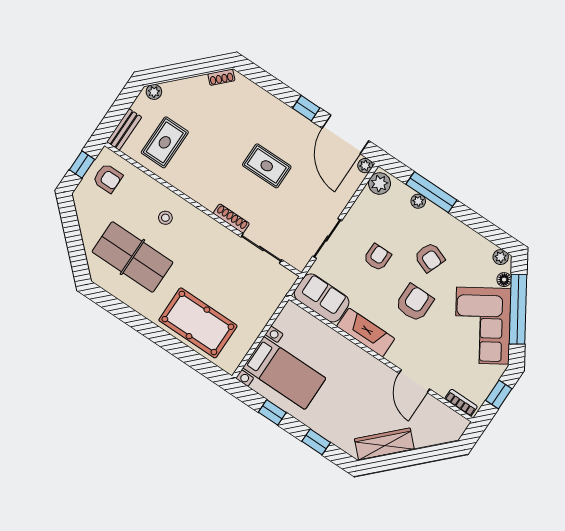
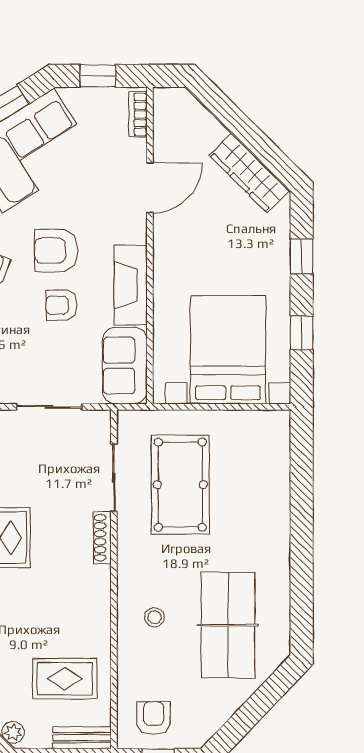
armchair: (377, 257) -> (62, 305), moved
pool table: (198, 323) -> (180, 485), moved
bed with nightstands: (284, 373) -> (228, 350), width x1.36

